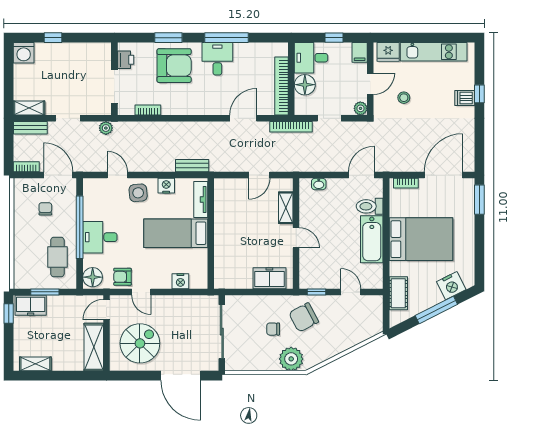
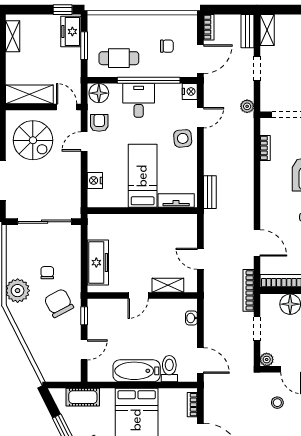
nightstand: (166, 186) -> (190, 91), moved
freezer: (269, 278) -> (98, 263), width x1.40

